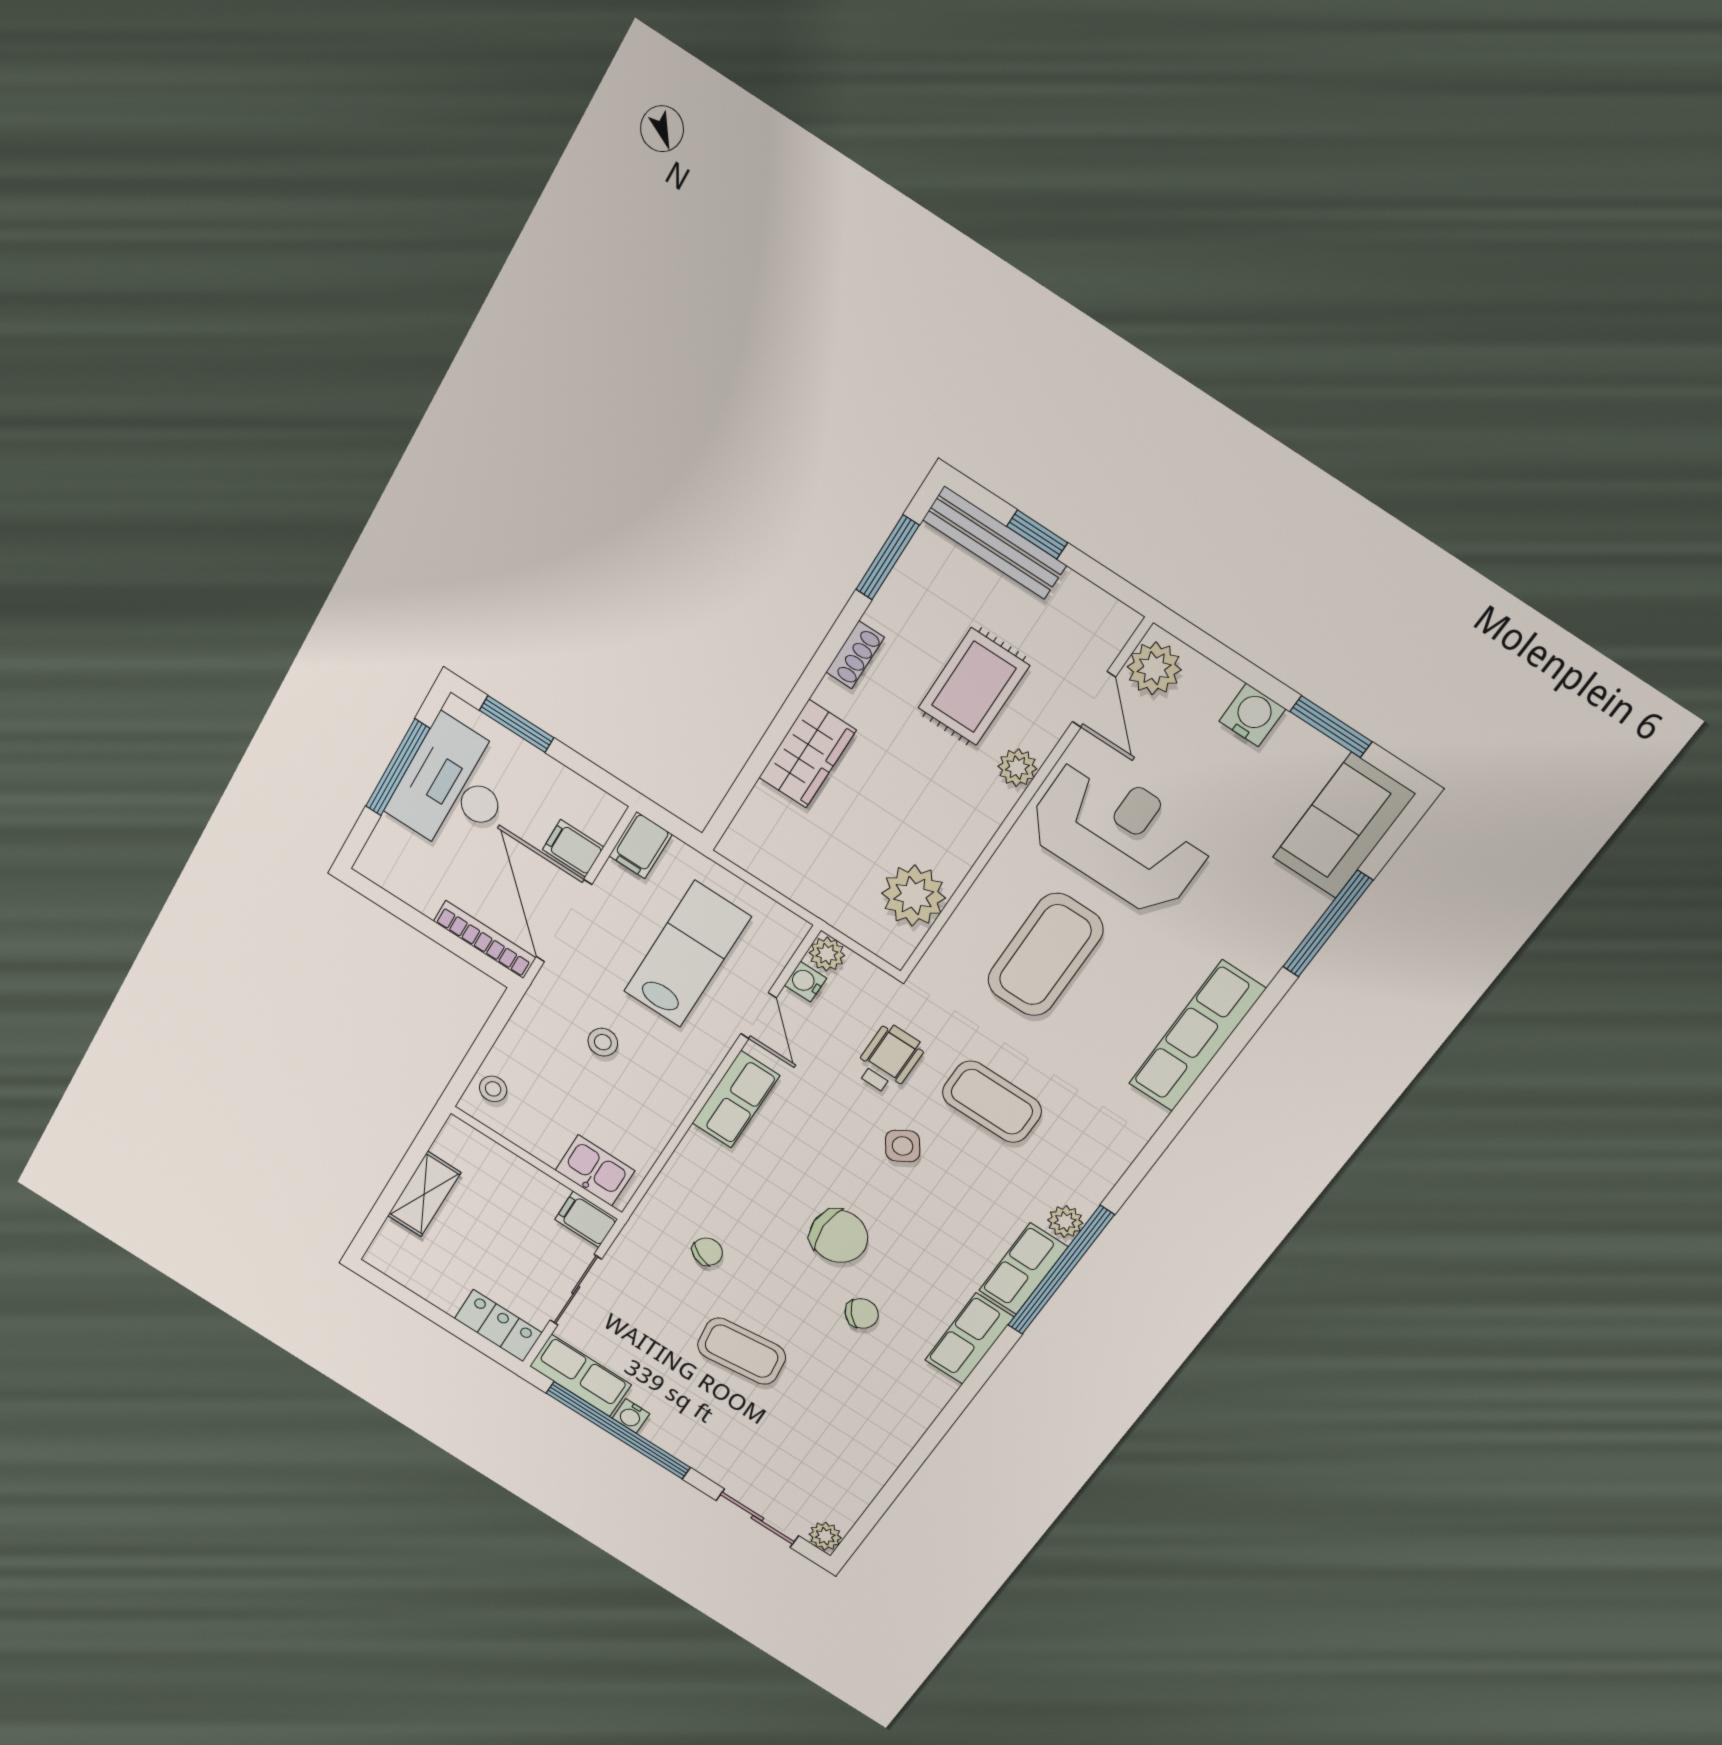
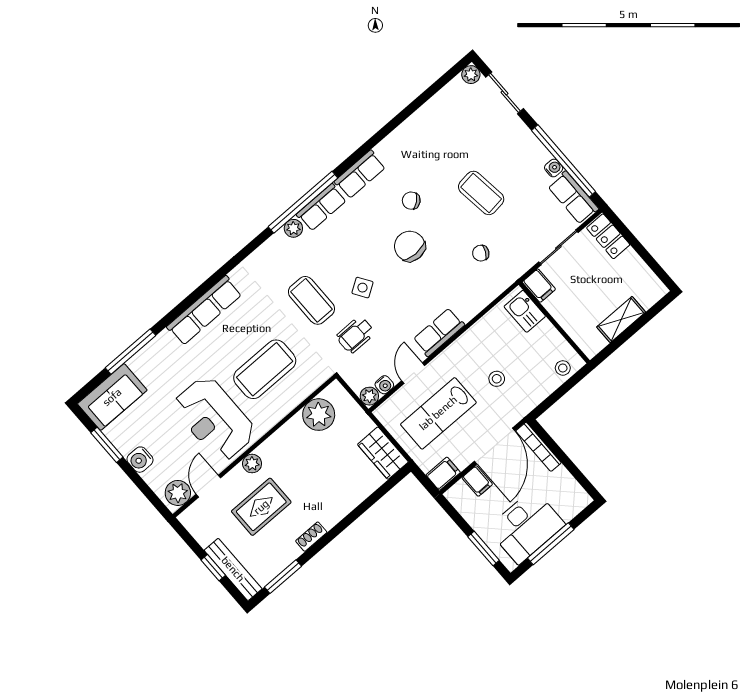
wardrobe: (807, 754) -> (383, 453), moved, turned -90

